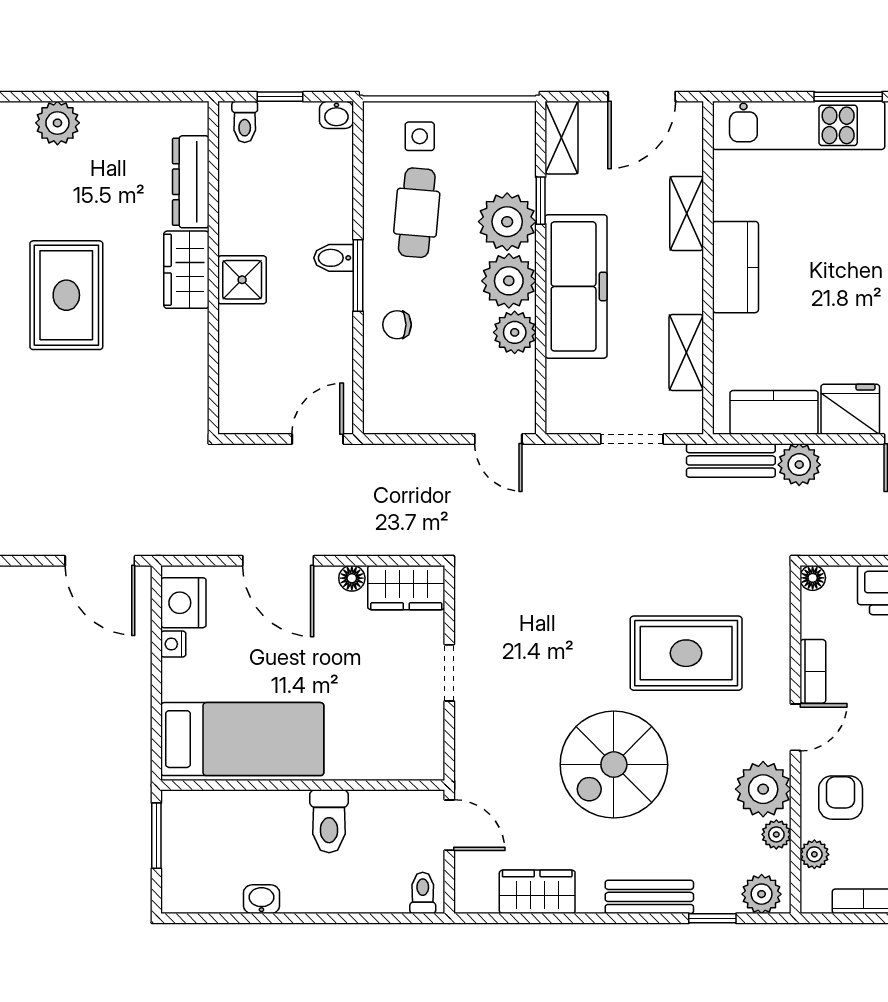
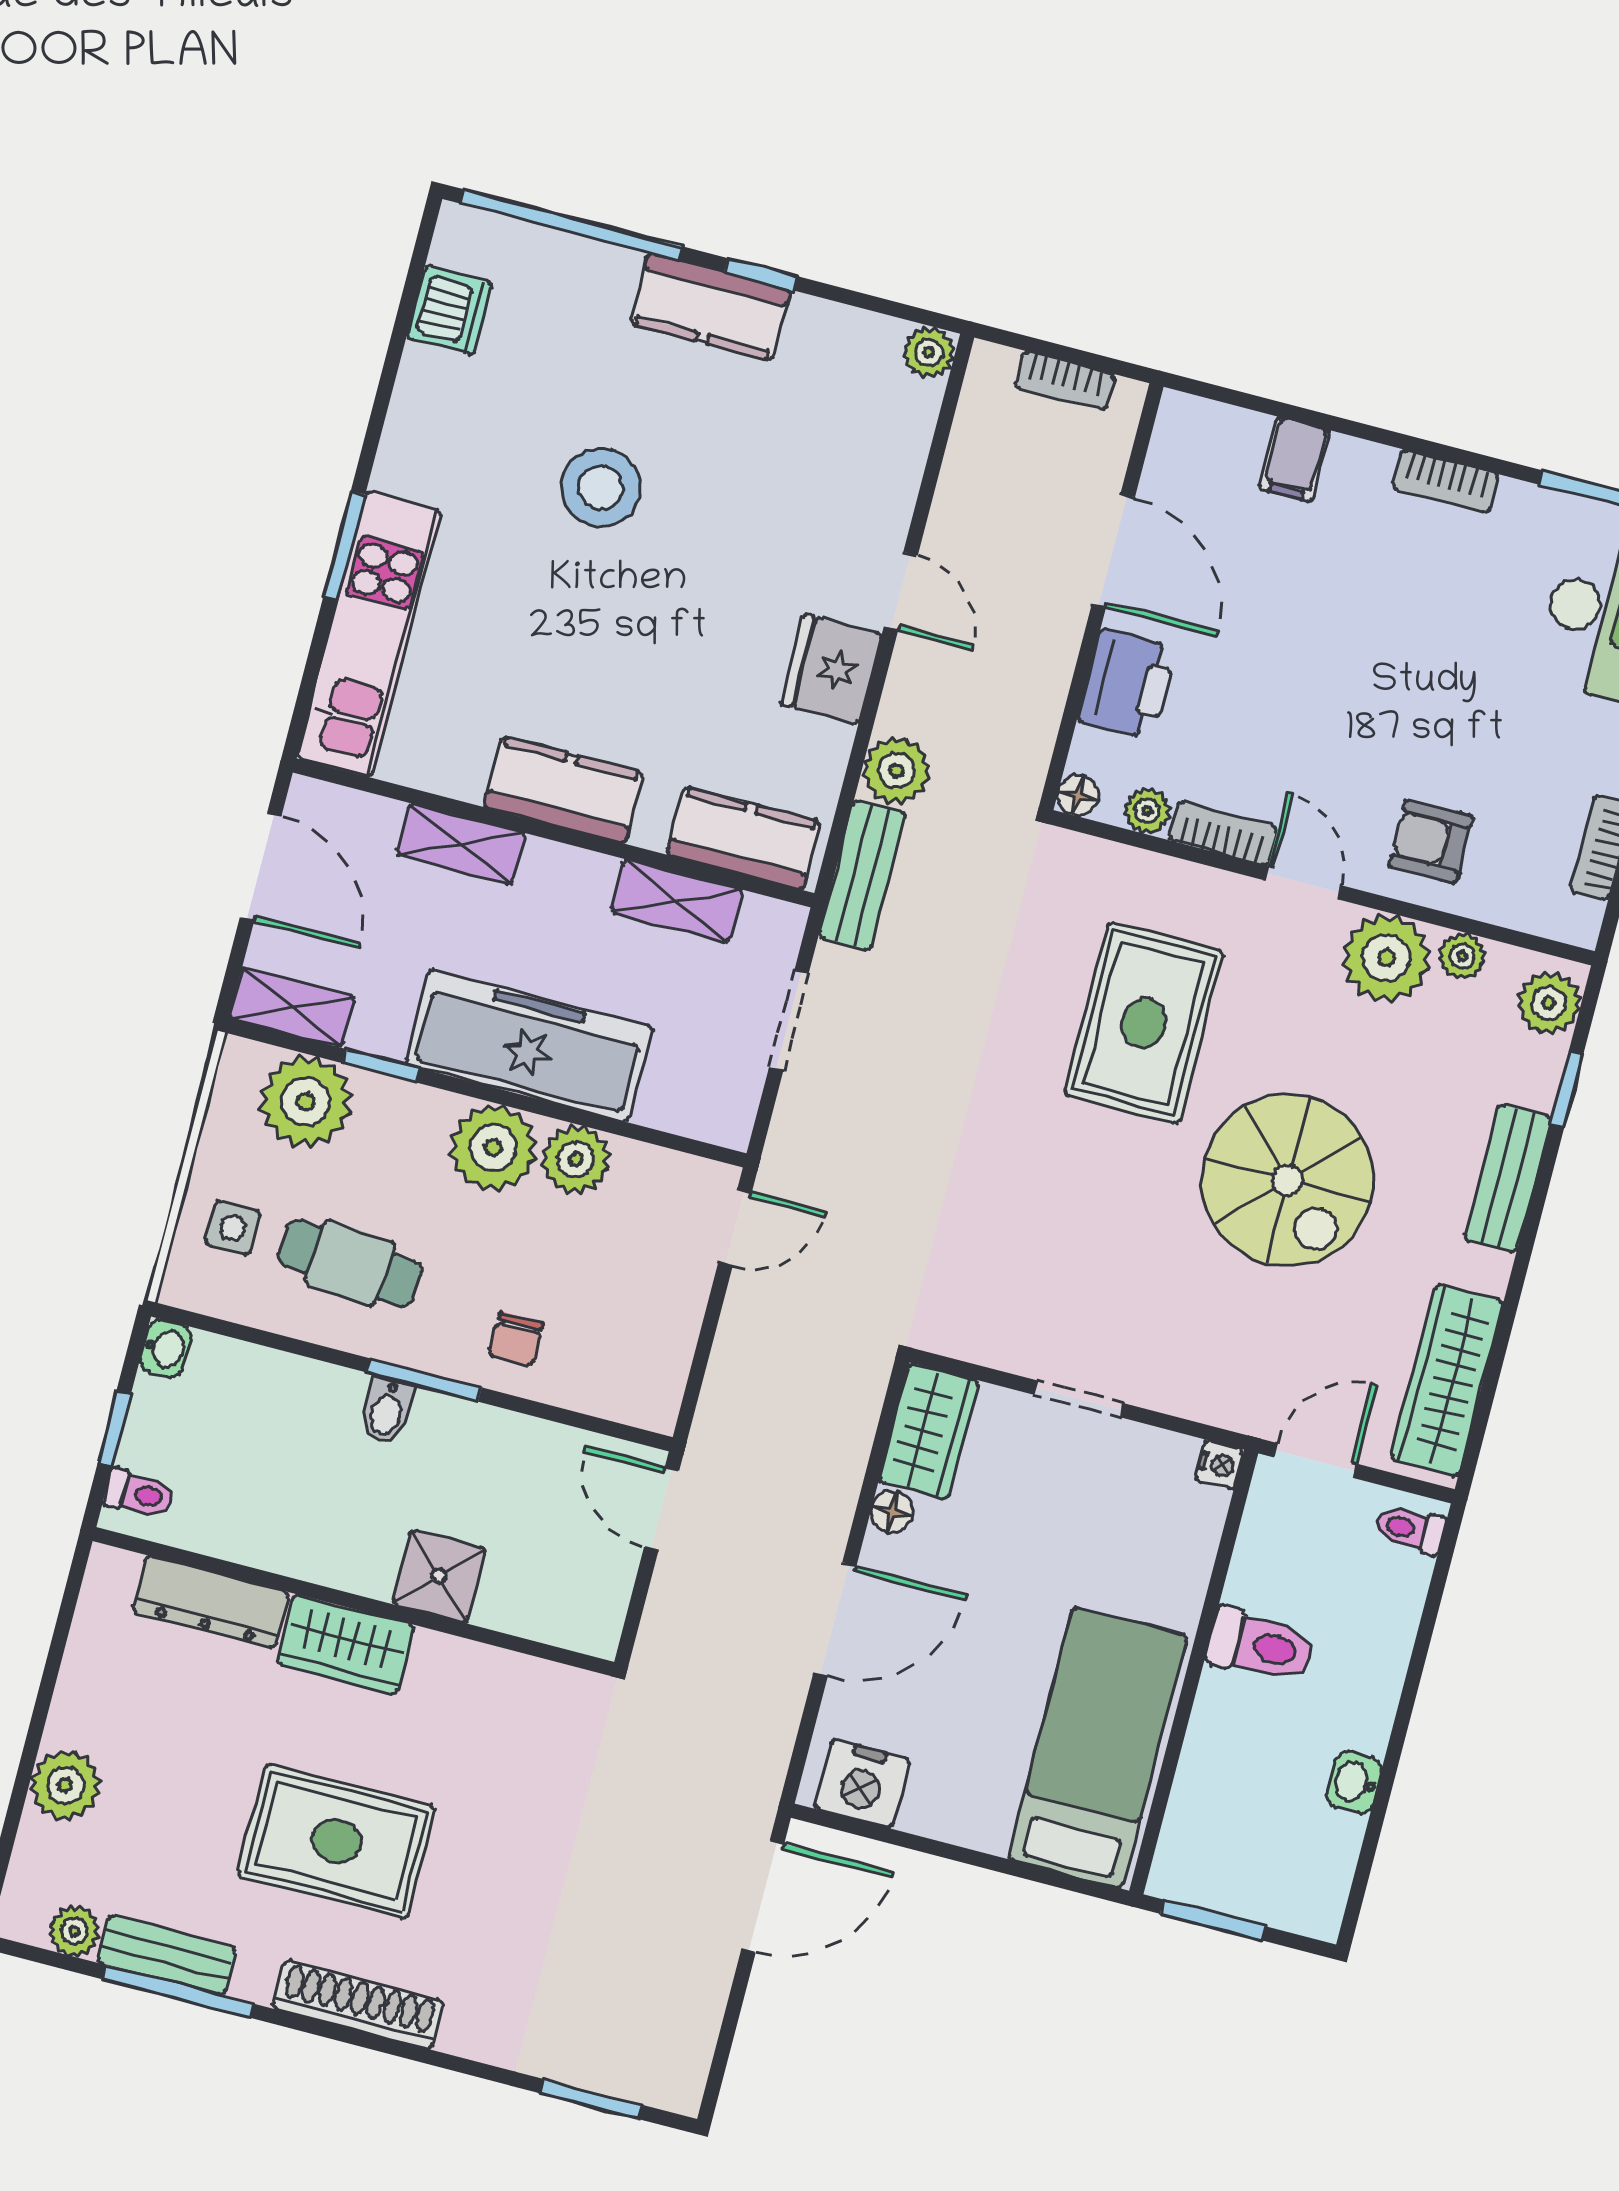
plant: (507, 222) -> (306, 1102), moved
shower: (242, 280) -> (439, 1576), moved
kitchen counter: (774, 412) -> (744, 838), moved, turned 90
nightstand: (173, 644) -> (1220, 1465), moved, turned -90
plant: (814, 854) -> (1147, 811), moved
wardrobe: (537, 892) -> (1447, 1380), width x1.50

